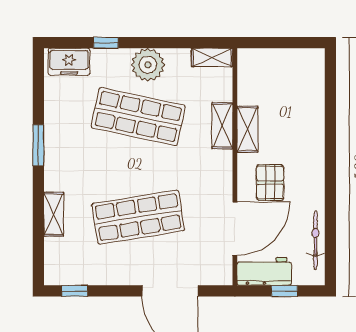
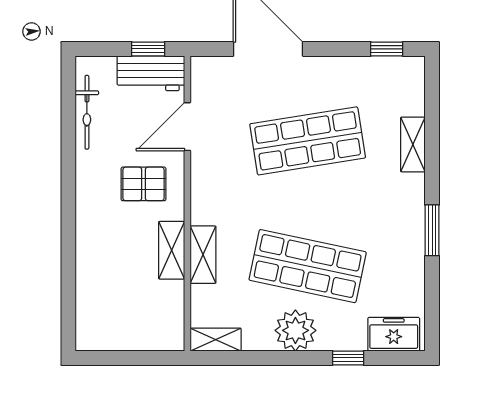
pallet: (270, 182) -> (143, 184), turned 90
door: (235, 229) -> (187, 127), width x0.73
window: (284, 291) -> (148, 49), moved

